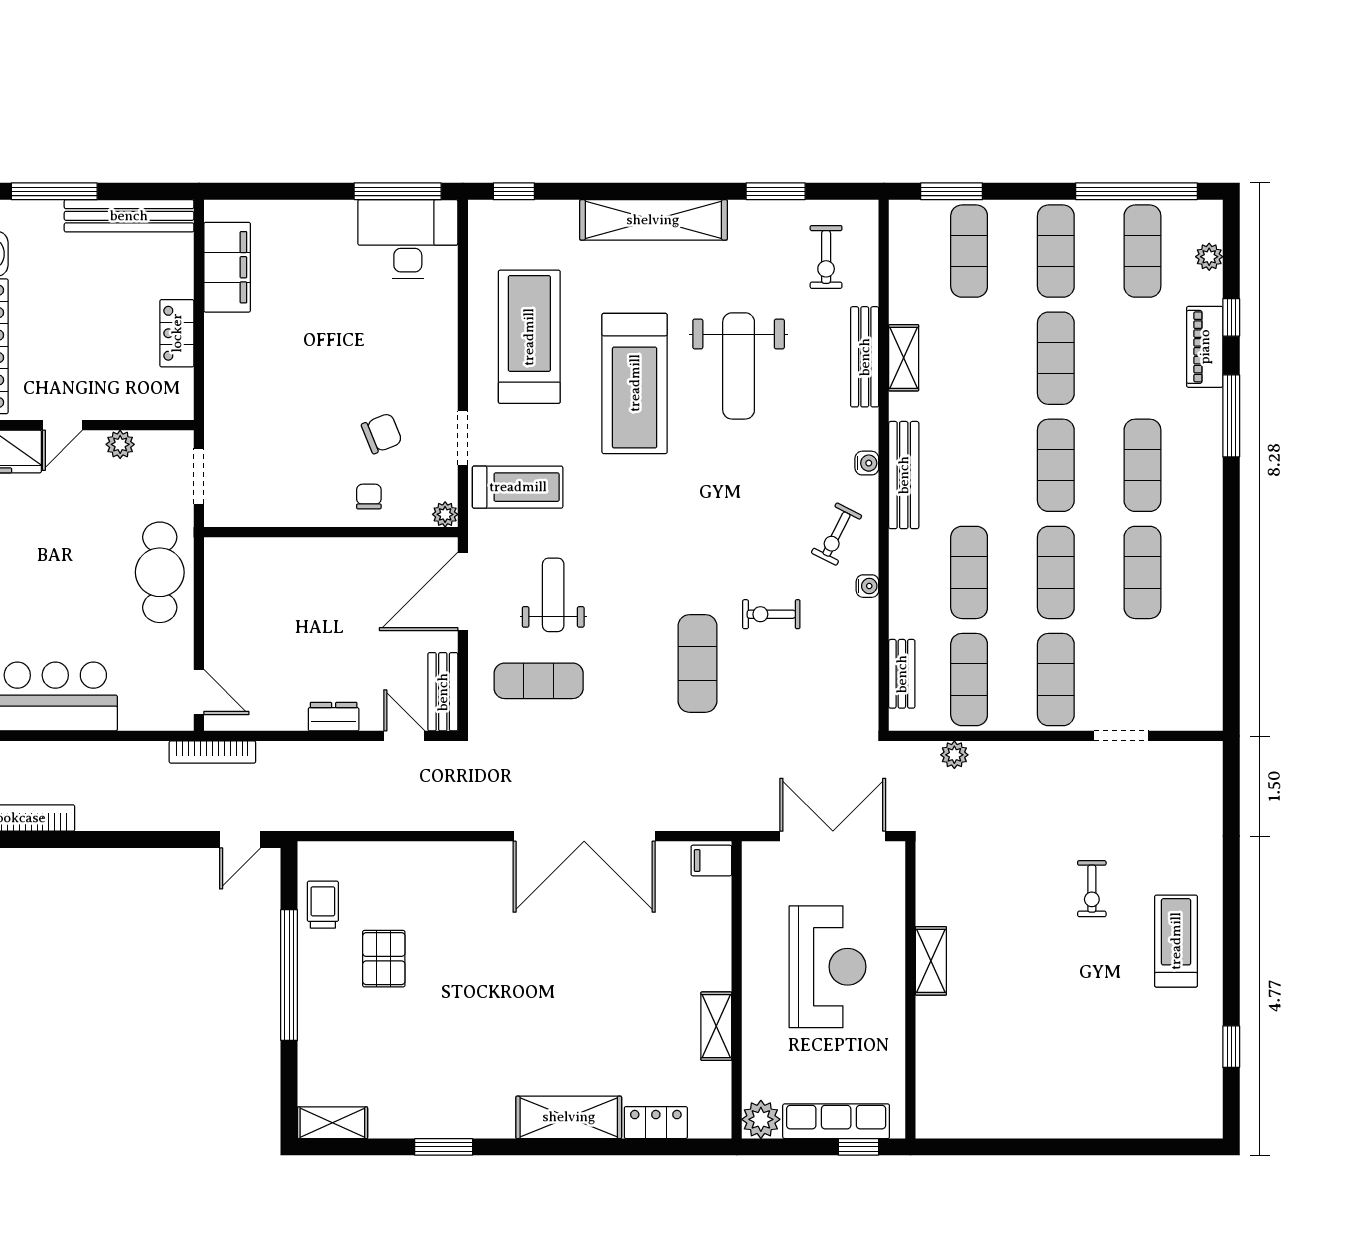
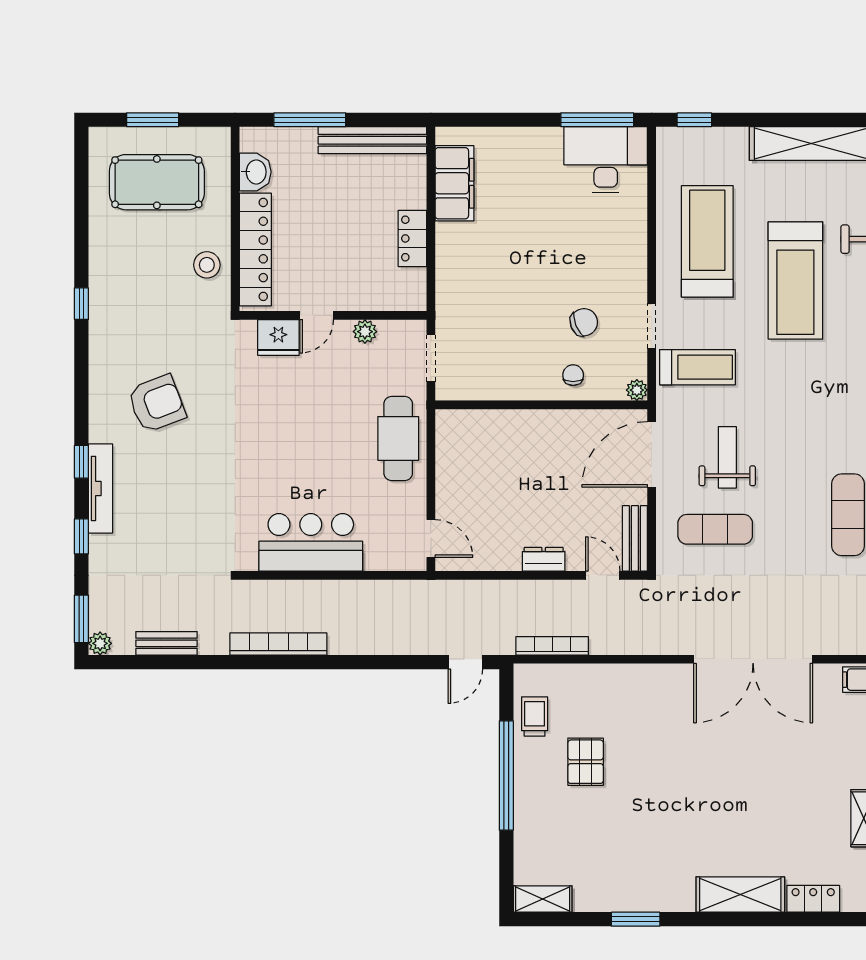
bookcase: (212, 752) -> (552, 646), moved, turned 180

